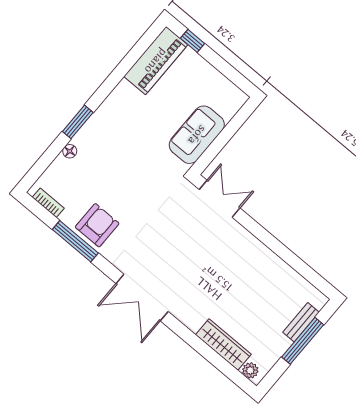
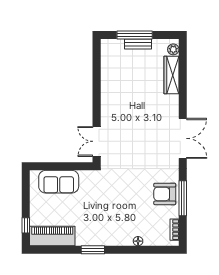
window: (78, 122) -> (93, 250), moved
sofa: (197, 135) -> (59, 182), moved
bench: (301, 322) -> (138, 44), moved

